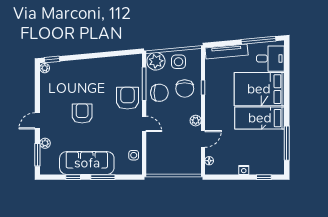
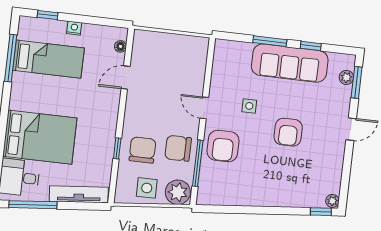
bed: (260, 118) -> (49, 59), moved
plant: (196, 121) -> (133, 104), removed
plant: (45, 143) -> (346, 77), moved
side table: (134, 155) -> (249, 106), moved

